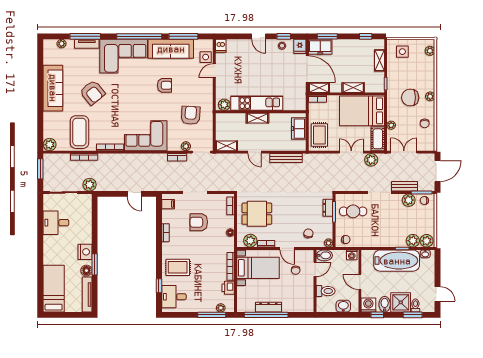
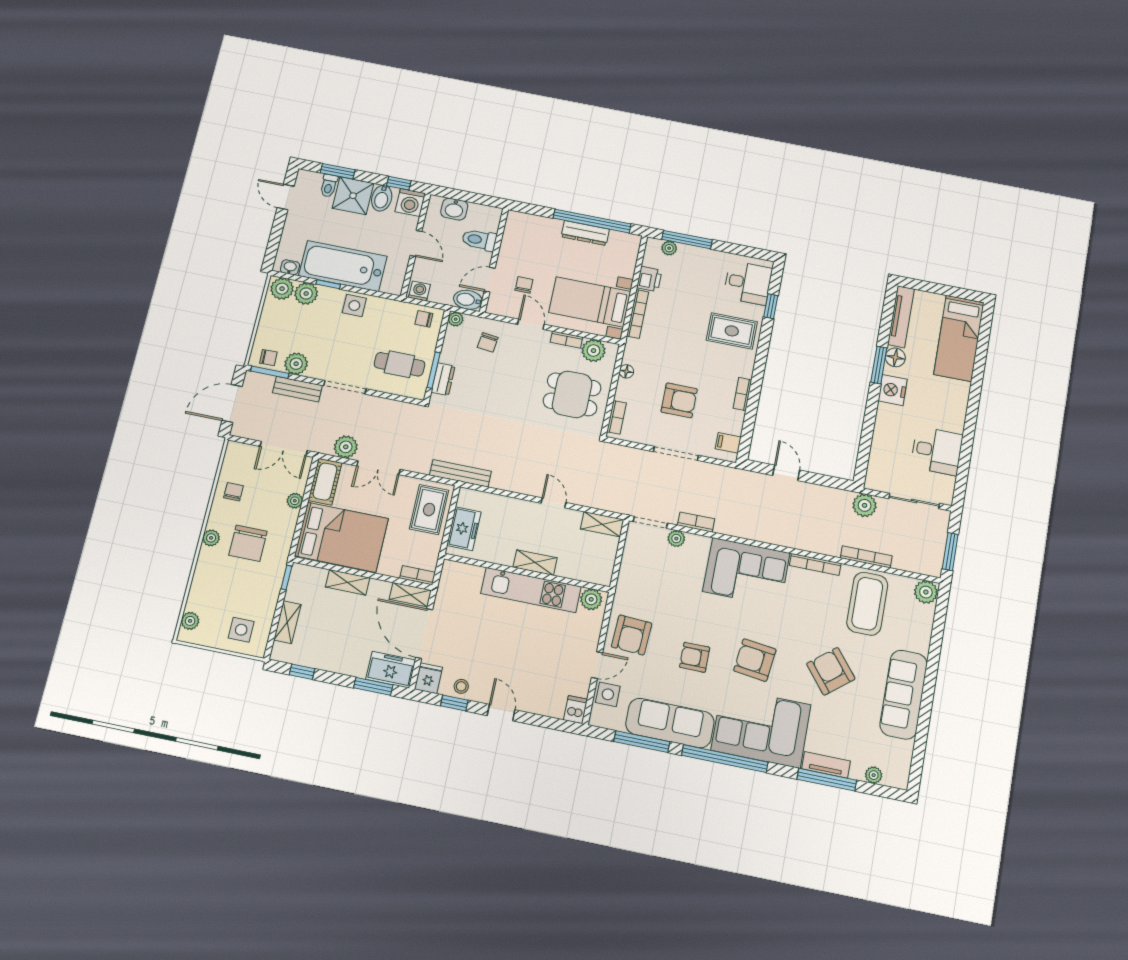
armchair: (133, 90) -> (755, 660), added
chair: (410, 98) -> (248, 543), turned 90
armchair: (191, 115) -> (632, 635), moved
bench: (286, 158) -> (460, 473), moved
side table: (385, 239) -> (354, 306), added

